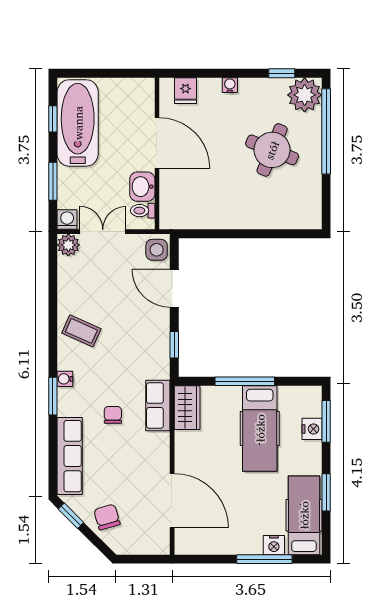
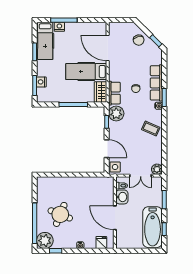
washing machine: (67, 220) -> (158, 181), removed
plant: (154, 363) -> (116, 113), added
hospital bed: (260, 428) -> (86, 72), moved, turned -90
row of seats: (70, 456) -> (156, 83), moved

